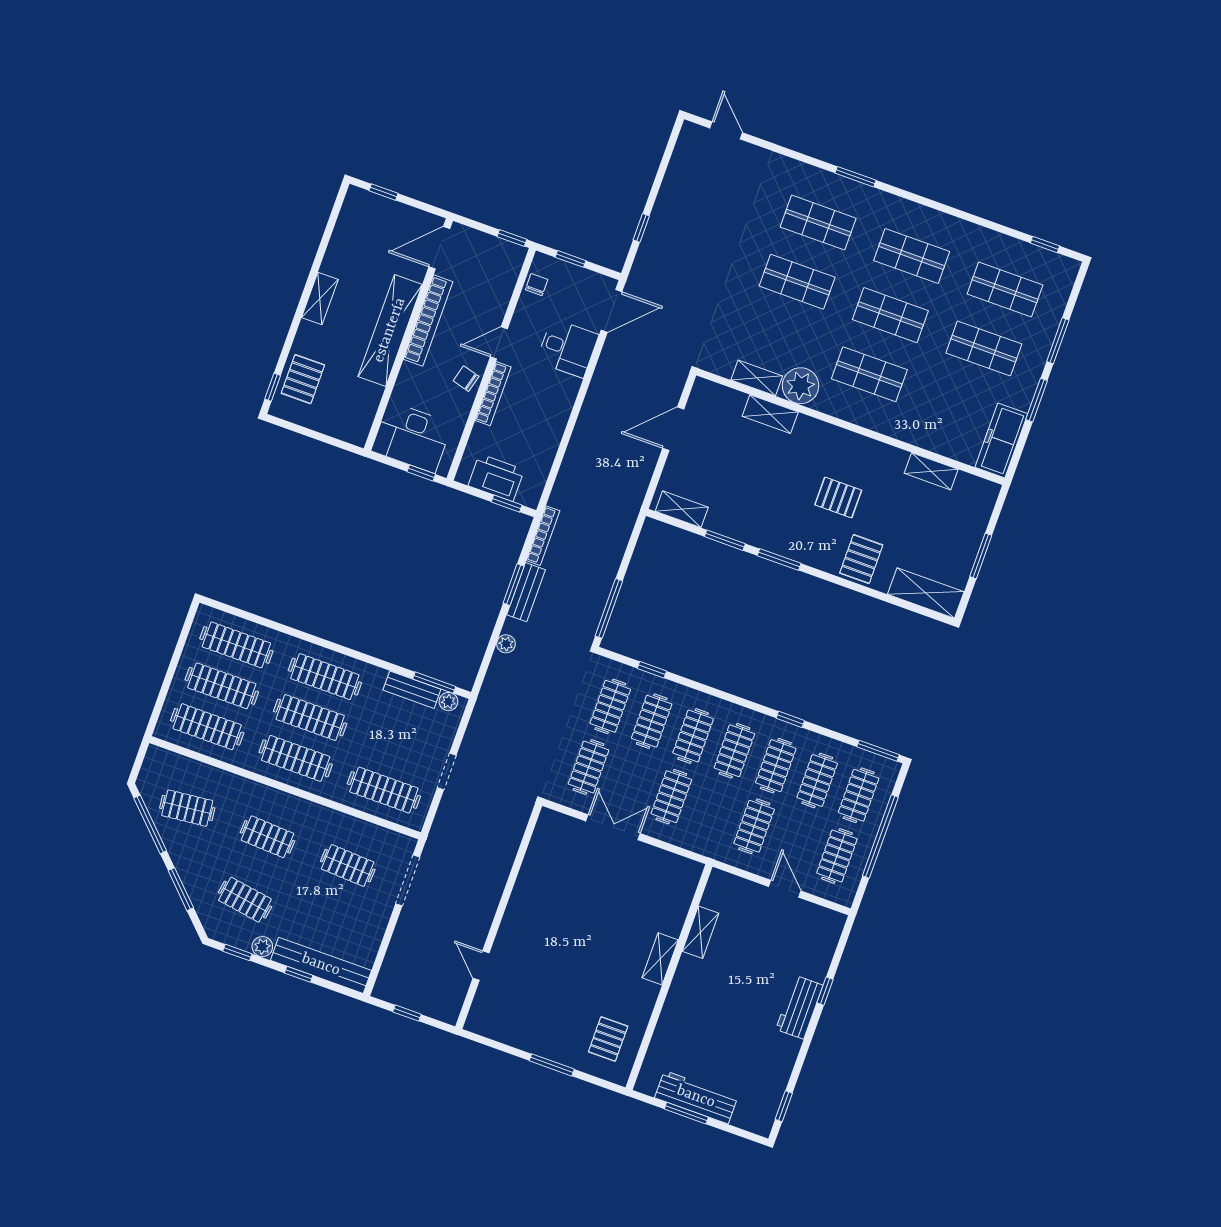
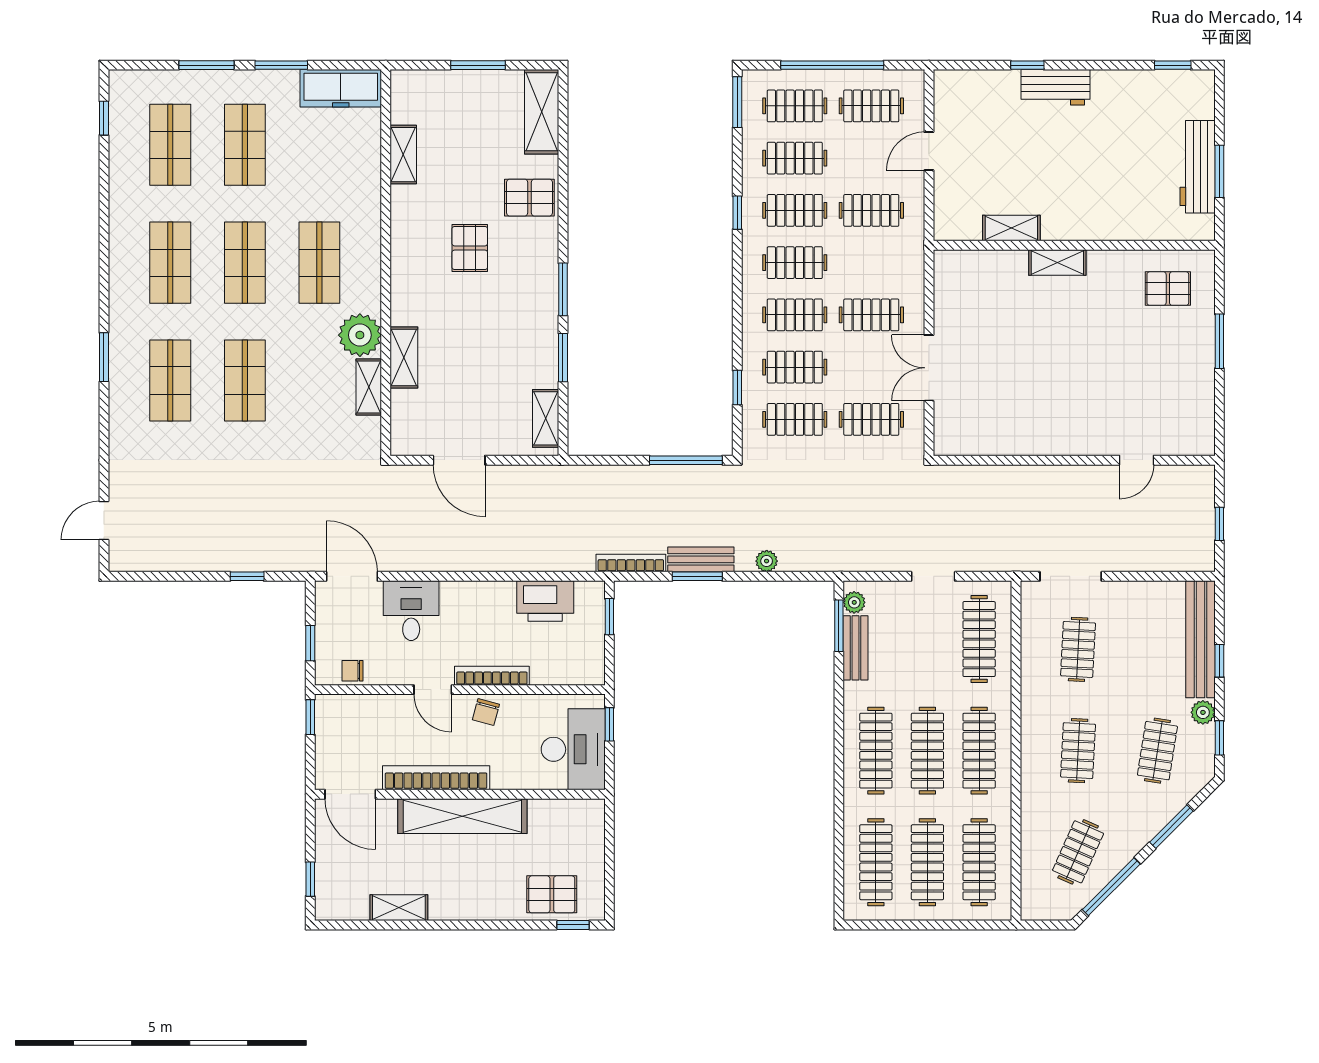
shelving: (320, 298) -> (399, 908), moved
printer: (496, 478) -> (545, 601), moved, turned -90
clothes rail: (187, 808) -> (1078, 852), turned 30

